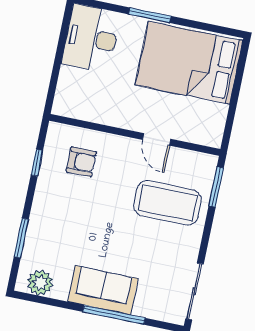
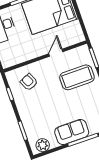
door: (157, 139) -> (56, 53), swing flipped
armchair: (81, 162) -> (29, 82), turned -115

